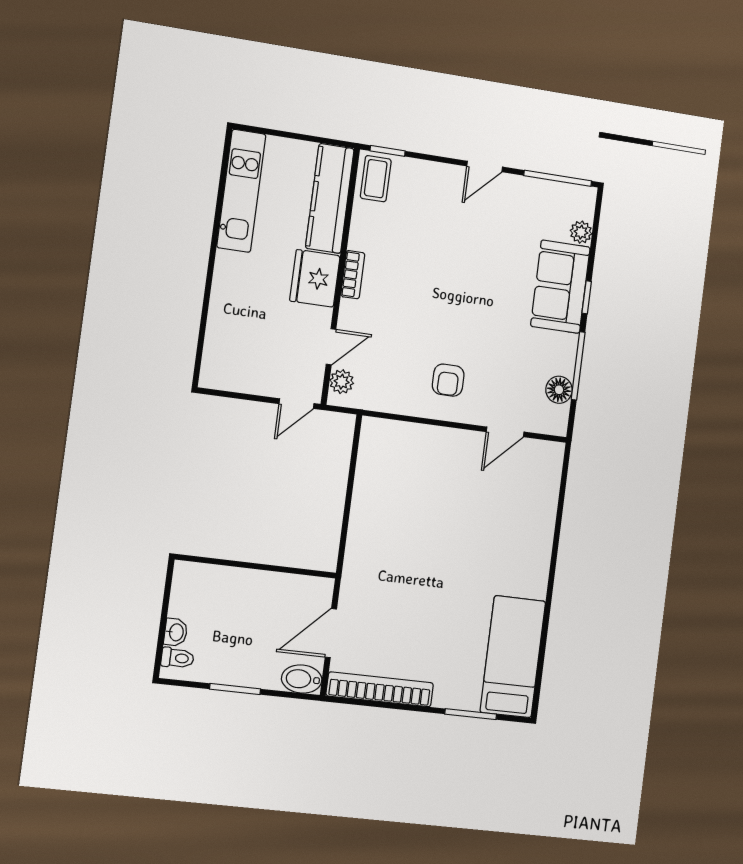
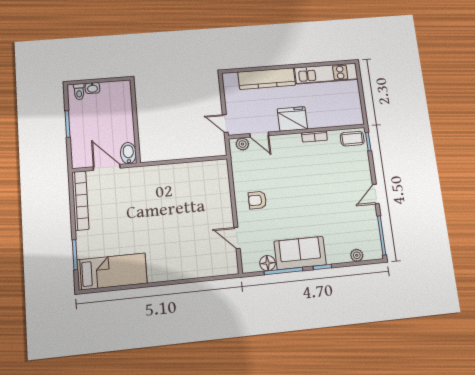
door: (485, 167) -> (376, 194), hinge flipped
kitchen counter: (330, 198) -> (267, 79), moved, turned 180
bookcase: (353, 275) -> (315, 136), moved
sofa: (560, 287) -> (300, 253), moved
bidet: (302, 679) -> (128, 153), moved

